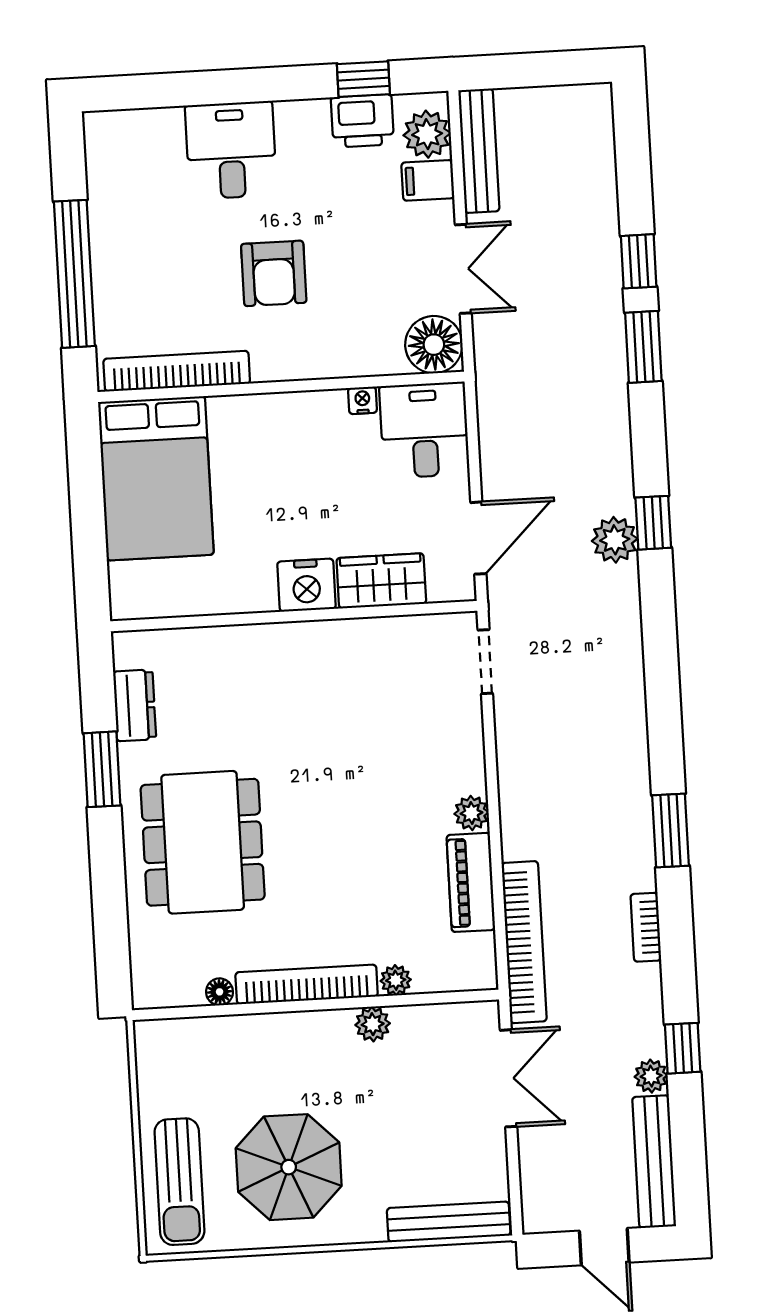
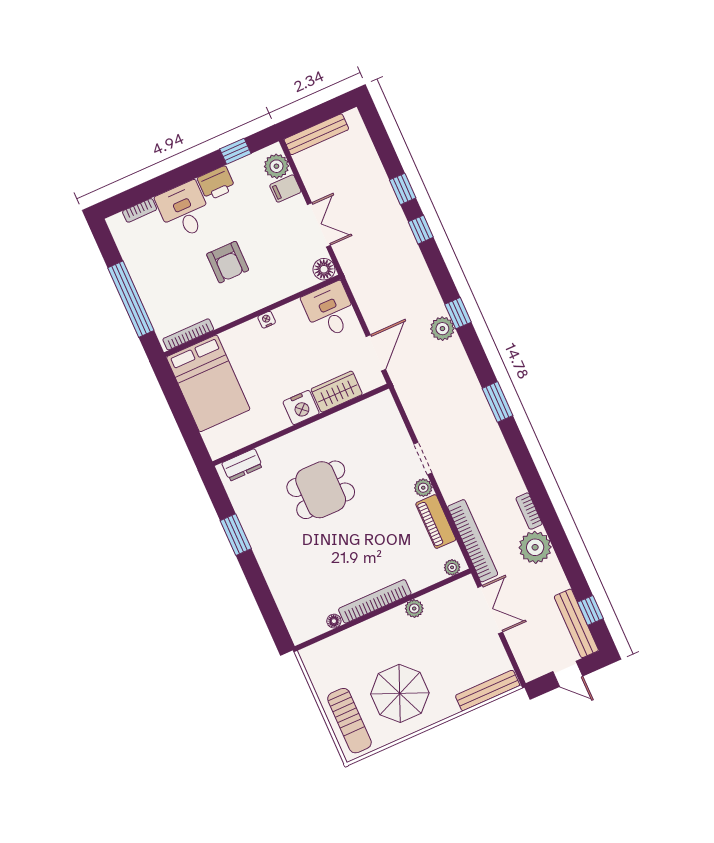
bookcase: (151, 120) -> (140, 210), added
printer: (362, 121) -> (216, 183), moved
bench: (479, 151) -> (316, 134), moved, turned 90
floor lamp: (434, 345) -> (324, 269), width x0.73, depth x0.73
window: (643, 347) -> (421, 230), width x0.67
bookcase: (177, 371) -> (188, 334), width x0.68, depth x0.76
nightstand: (362, 400) -> (267, 320), moved
doorway: (485, 662) -> (423, 458), moved
dresser: (135, 705) -> (242, 465), moved, turned 90
window: (670, 830) -> (497, 402), moved
dining table: (203, 842) -> (321, 490), moved, width x0.73
plant: (396, 980) -> (452, 567), moved
window: (683, 1048) -> (590, 610), moved
plant: (651, 1076) -> (535, 547), moved, width x1.87, depth x1.87

